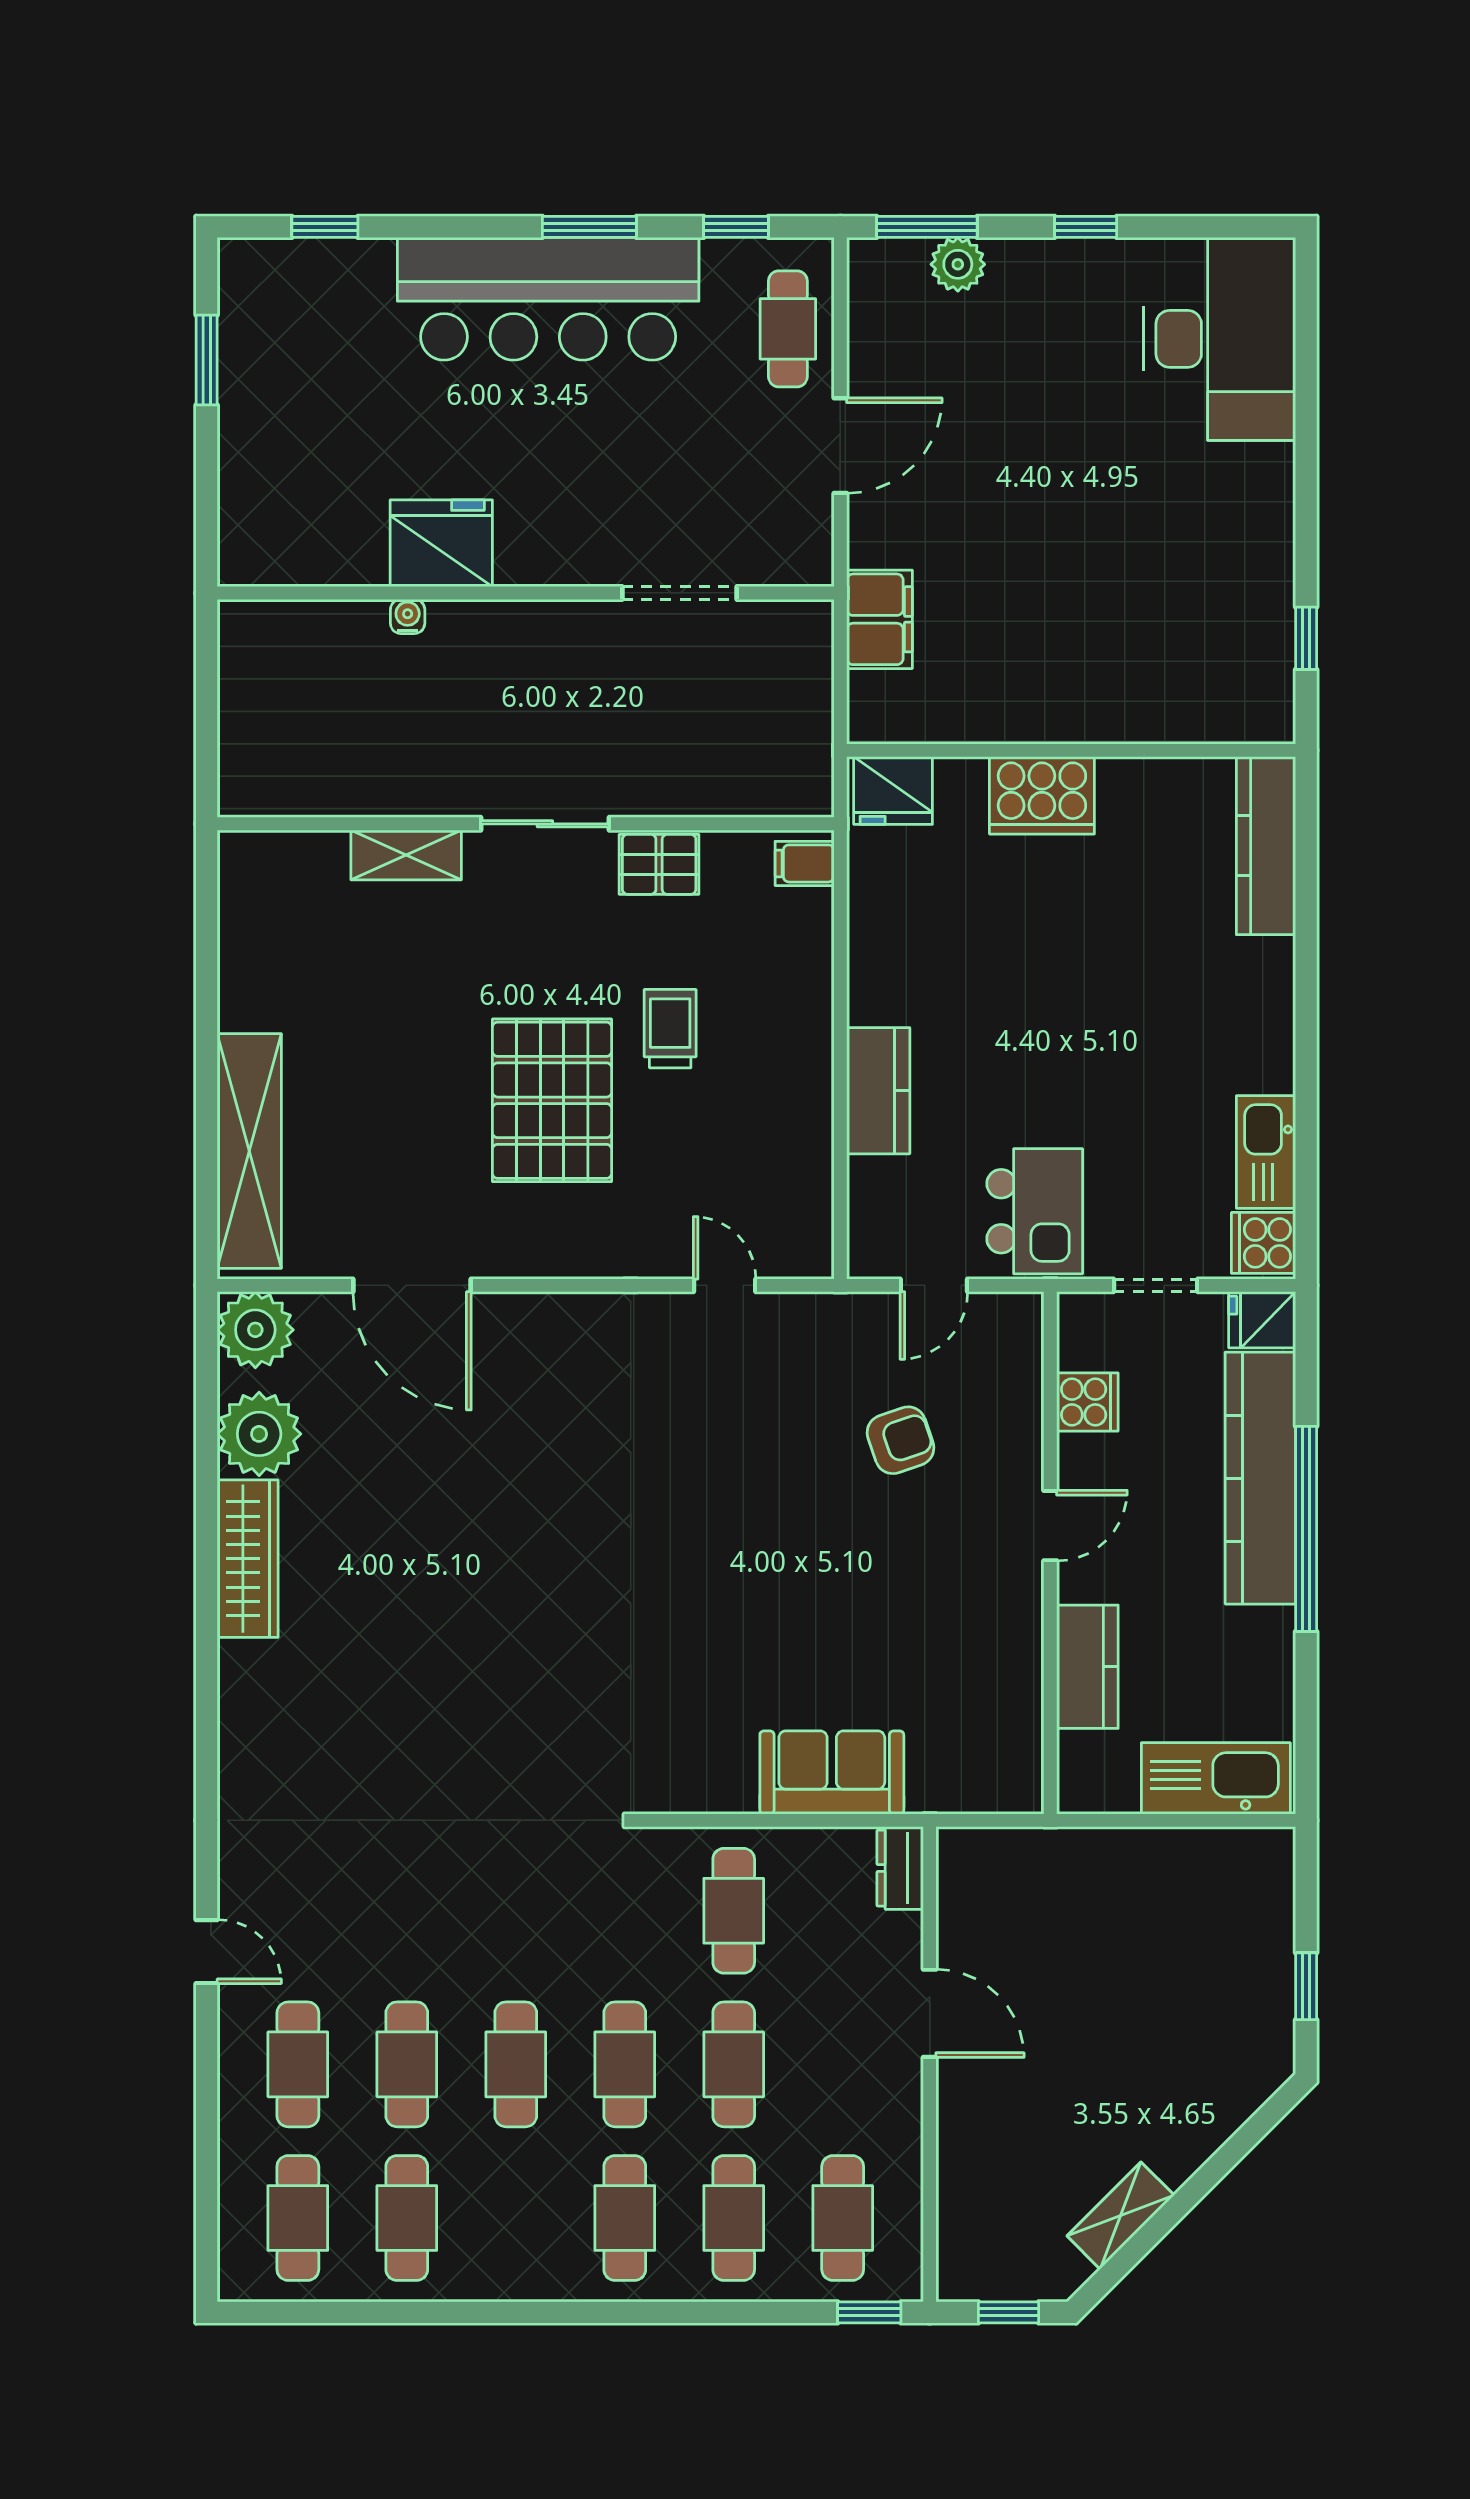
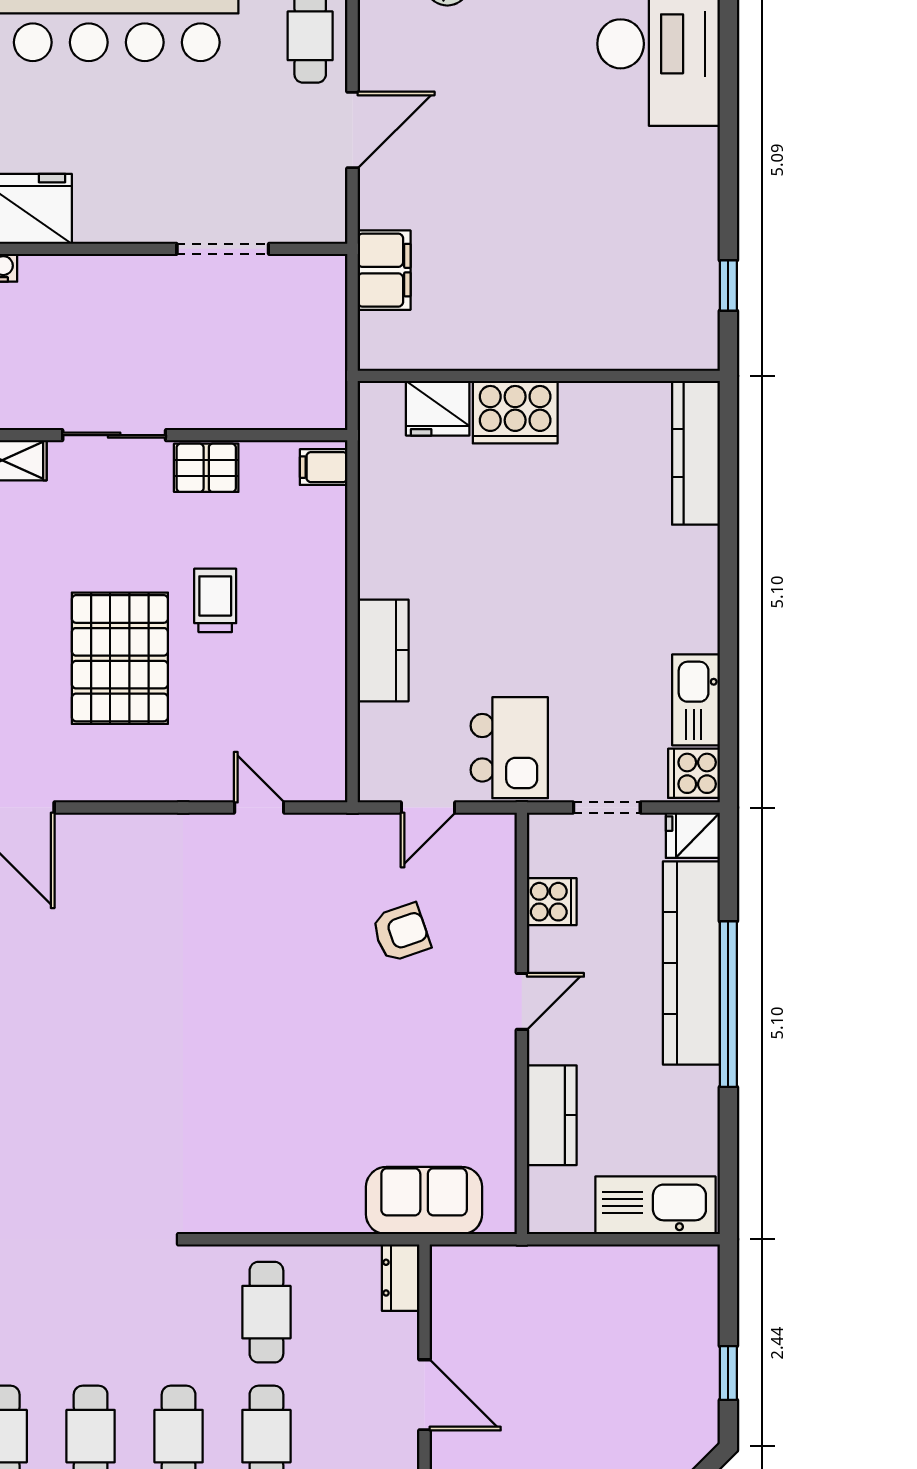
fridge: (893, 791) -> (438, 408), moved
sofa: (832, 1773) -> (424, 1201), moved

